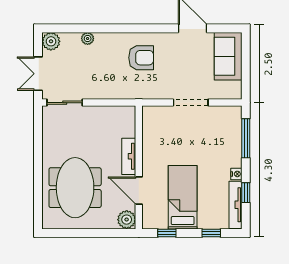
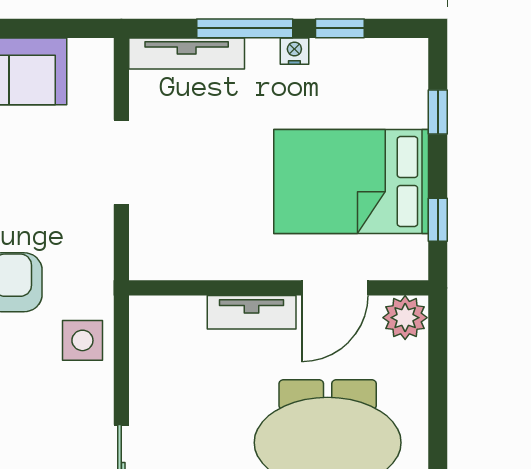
side table: (117, 87) -> (82, 340), added
window: (246, 138) -> (245, 28), moved
bed: (183, 197) -> (351, 181), width x1.50
tv unit: (235, 205) -> (187, 53), moved

